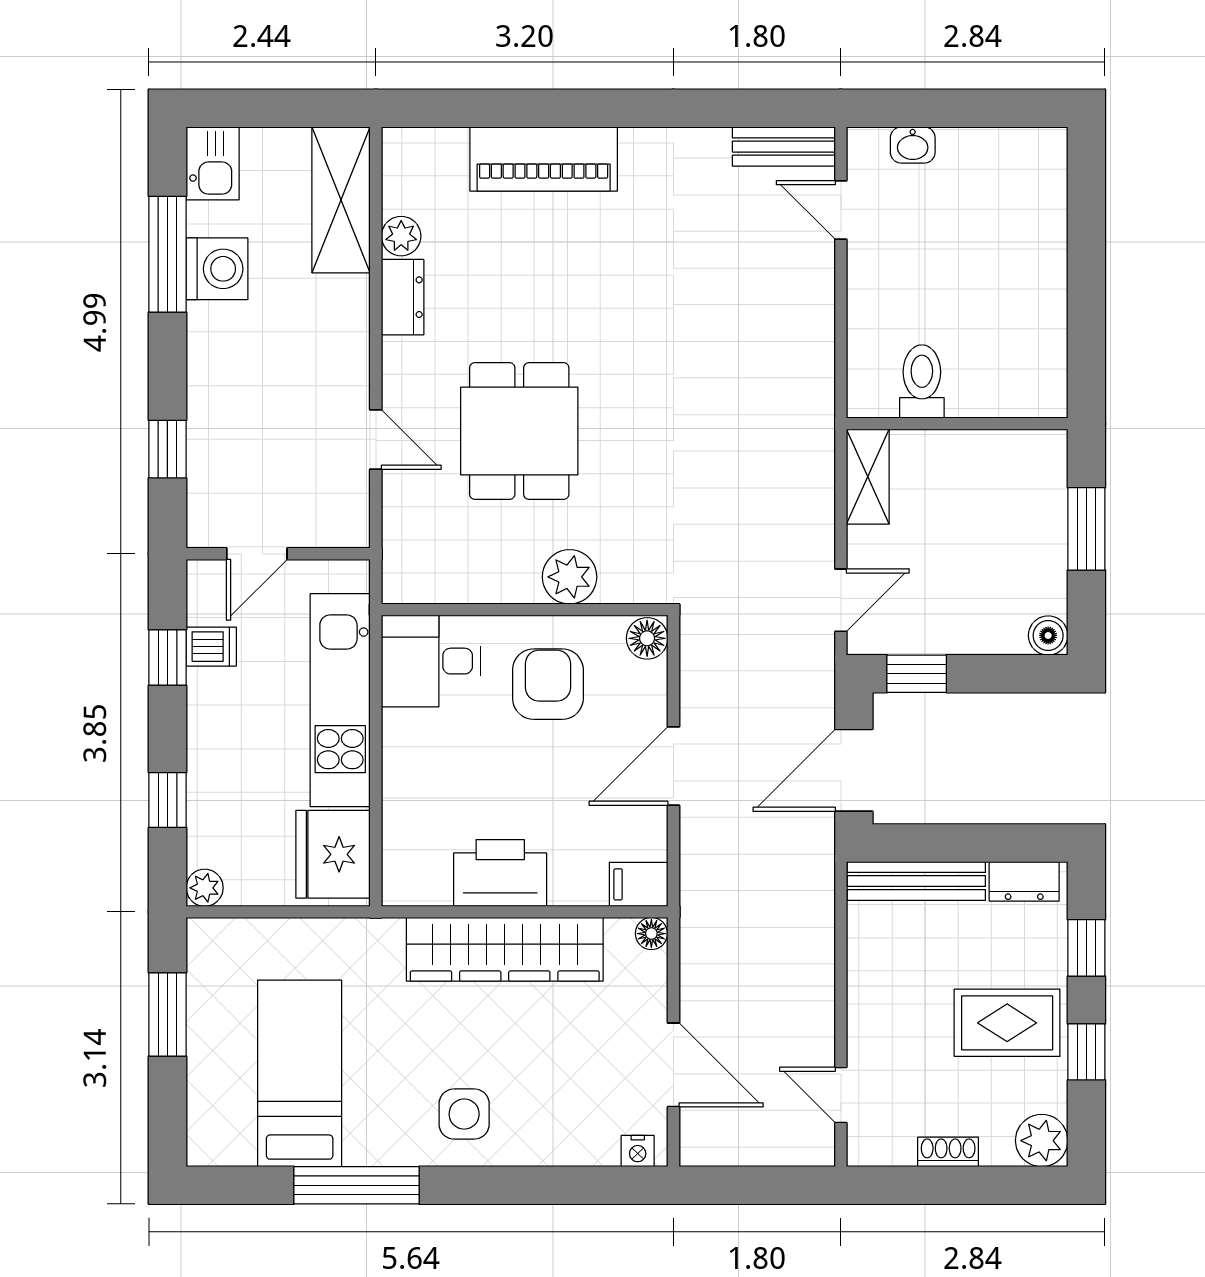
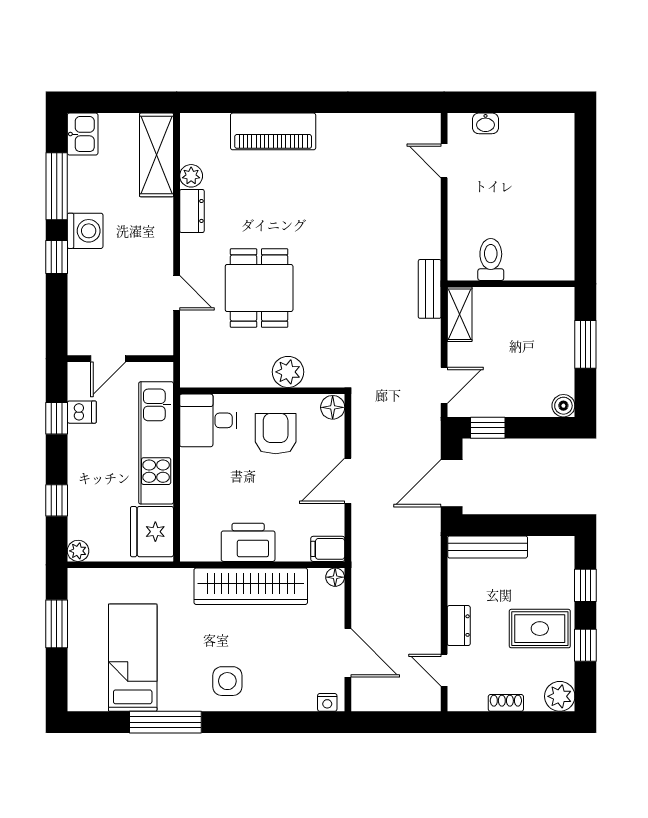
bench: (784, 147) -> (430, 289), moved, turned 90
washing machine: (217, 269) -> (85, 231), moved
window: (167, 449) -> (57, 257), moved
dresser: (1024, 881) -> (459, 626), moved, turned -90

